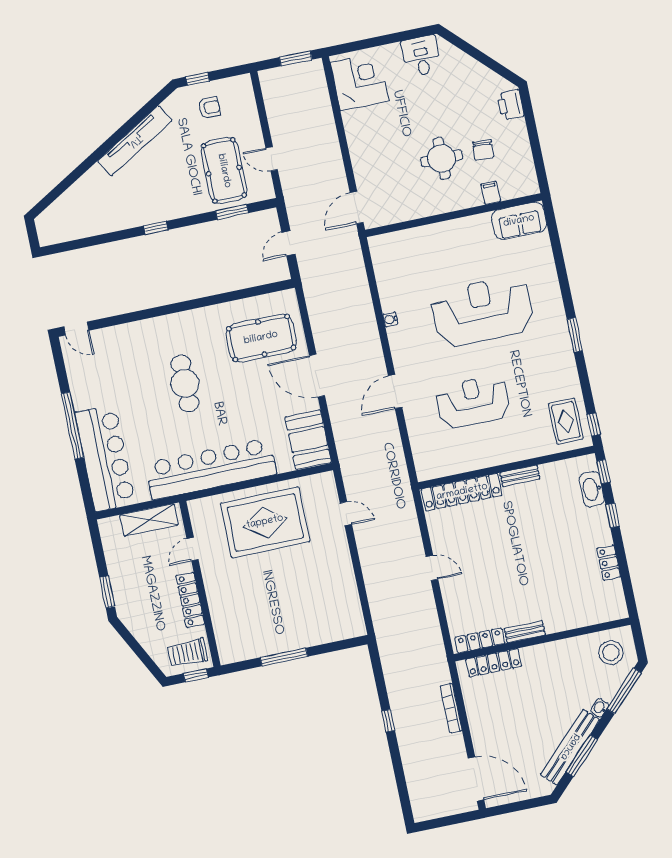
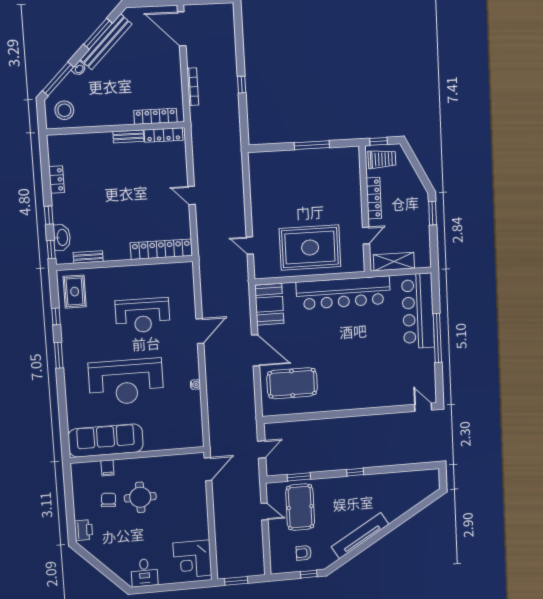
sofa: (519, 221) -> (106, 440), width x1.85, depth x1.27
cafe table: (185, 383) -> (352, 358), removed
window: (594, 425) -> (56, 316), moved
bench: (520, 476) -> (88, 257), moved

